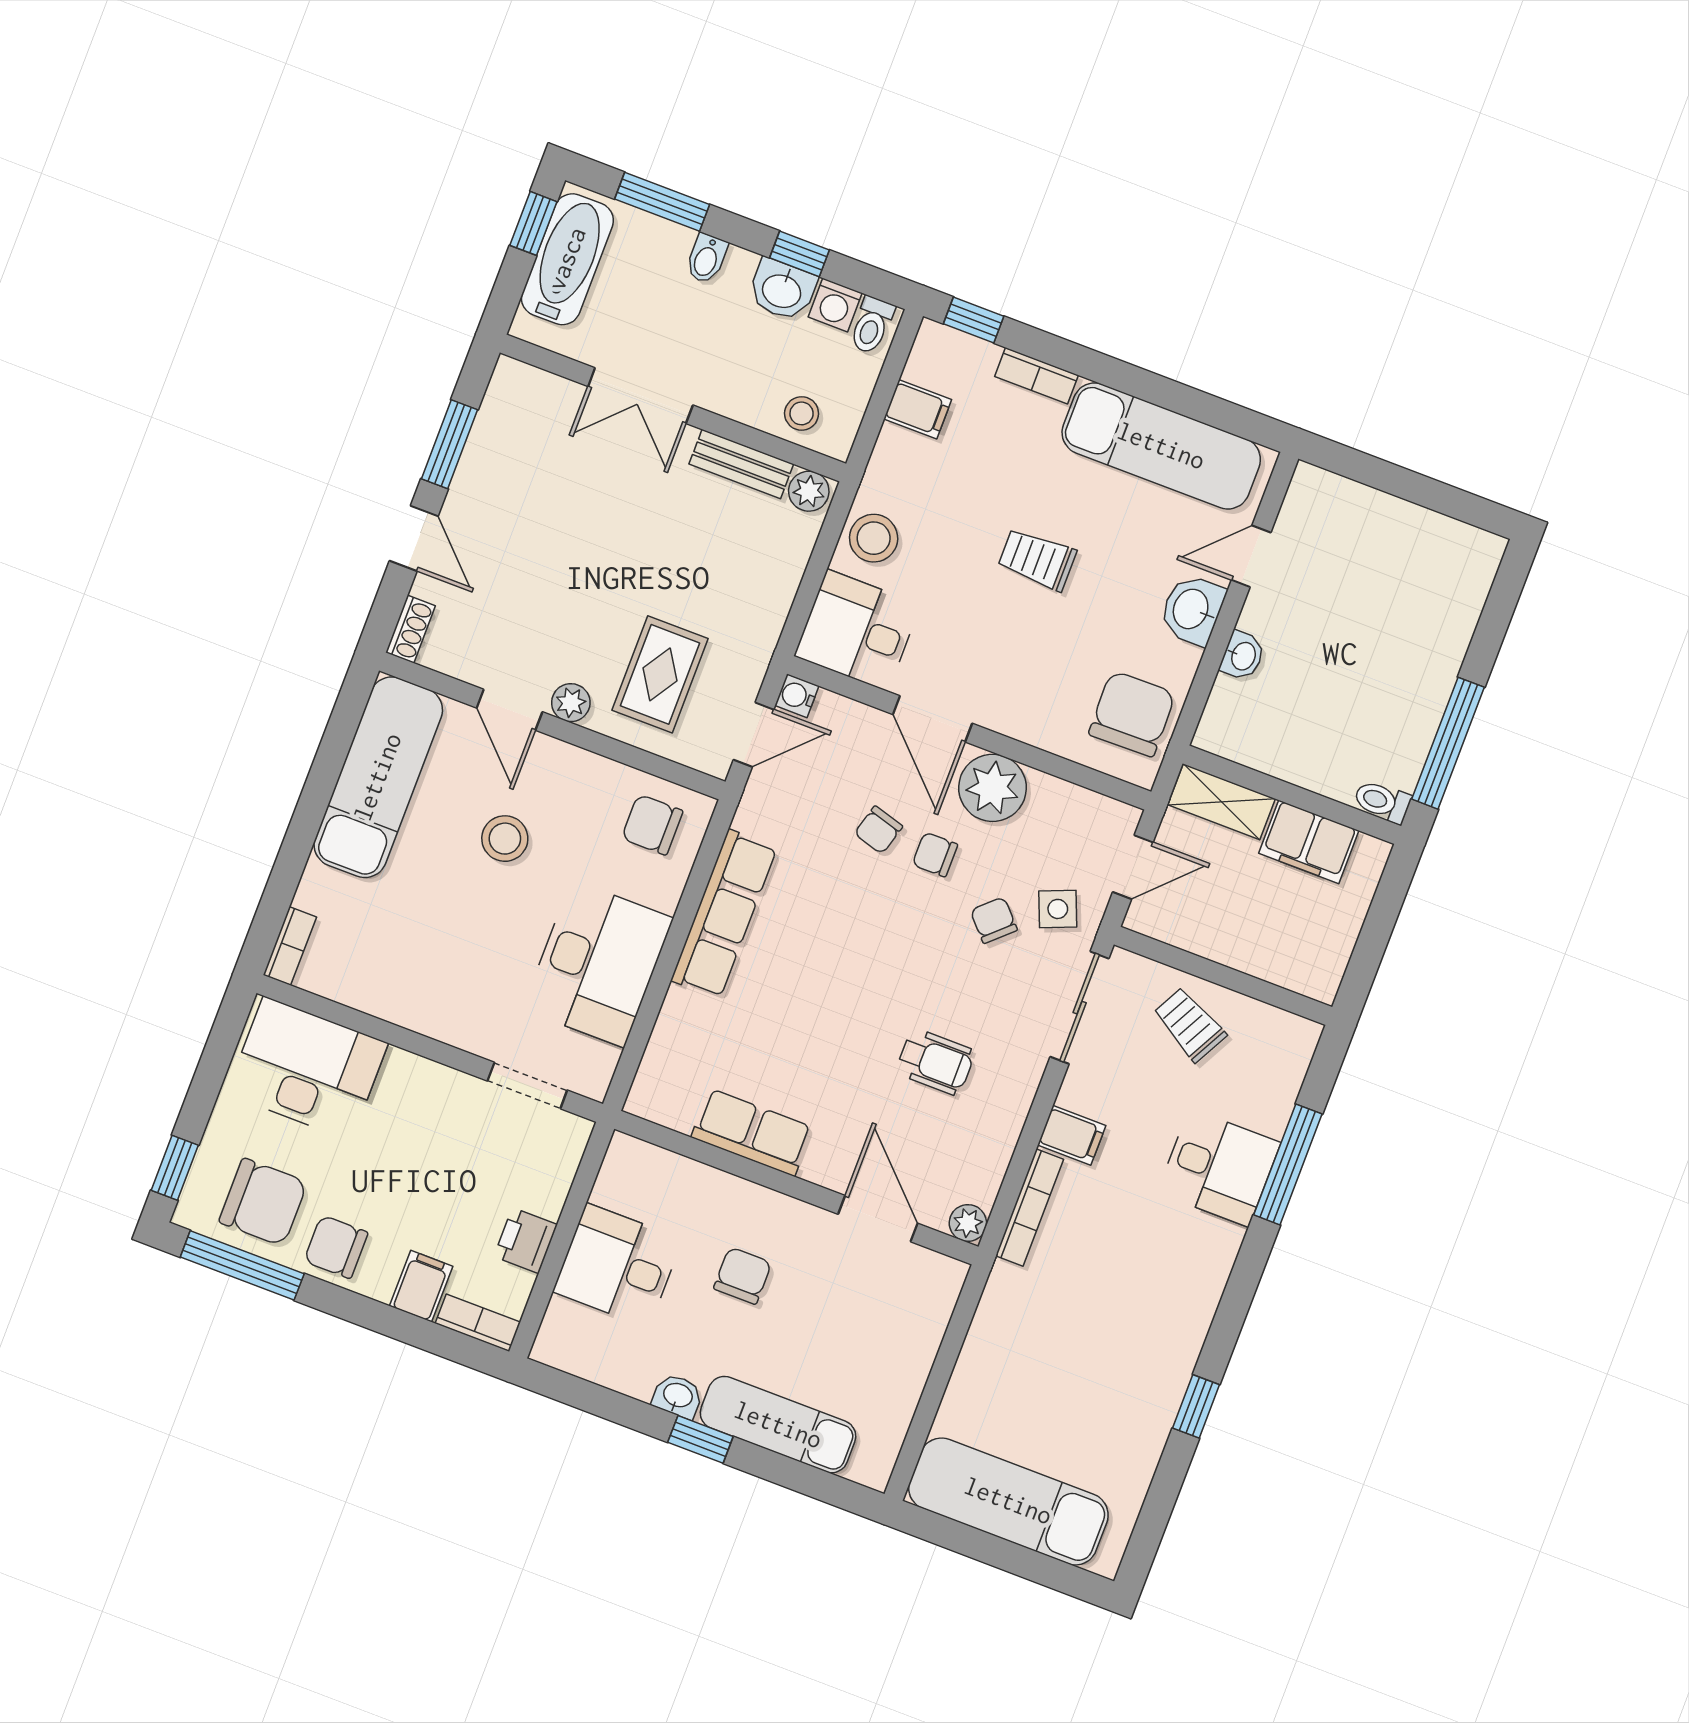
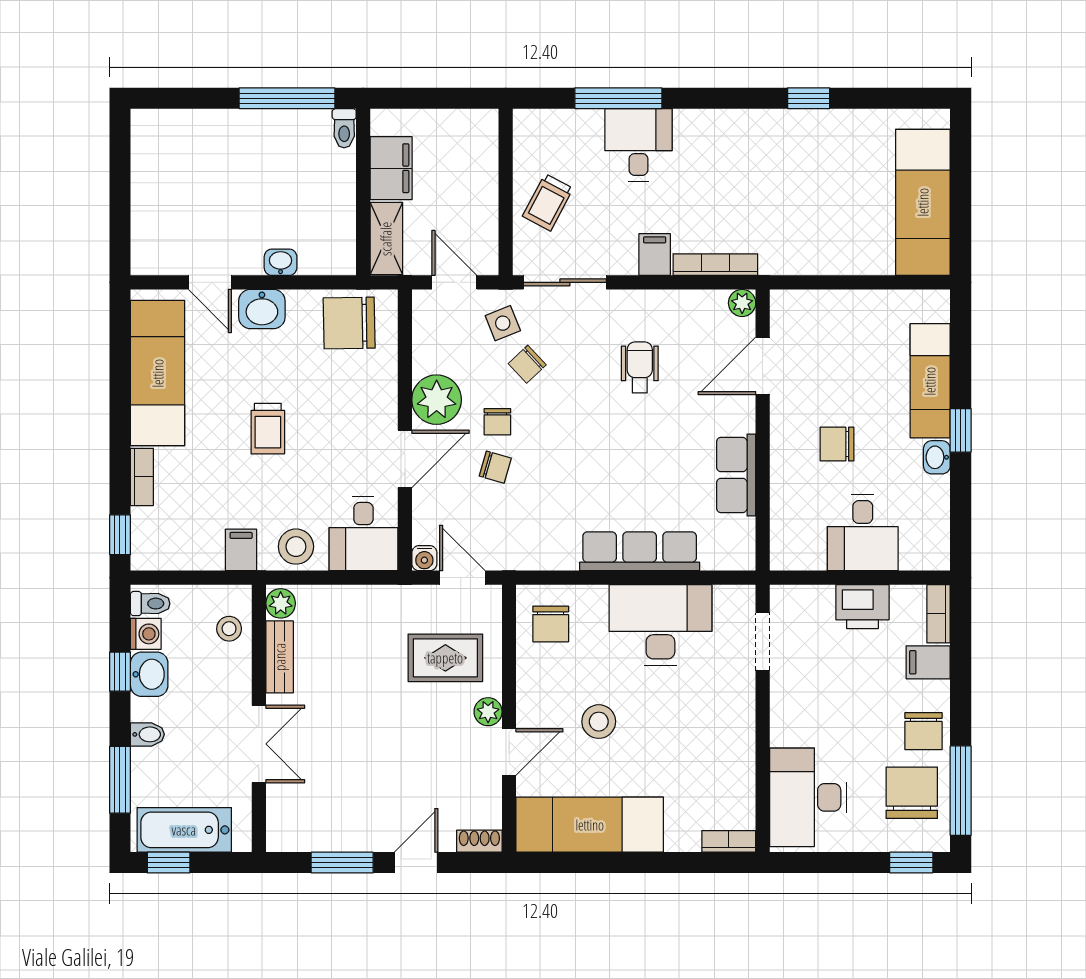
filing cabinet: (918, 409) -> (241, 550), moved
row of seats: (724, 914) -> (640, 551), moved
printer: (526, 1241) -> (863, 607), width x1.36, depth x1.24

